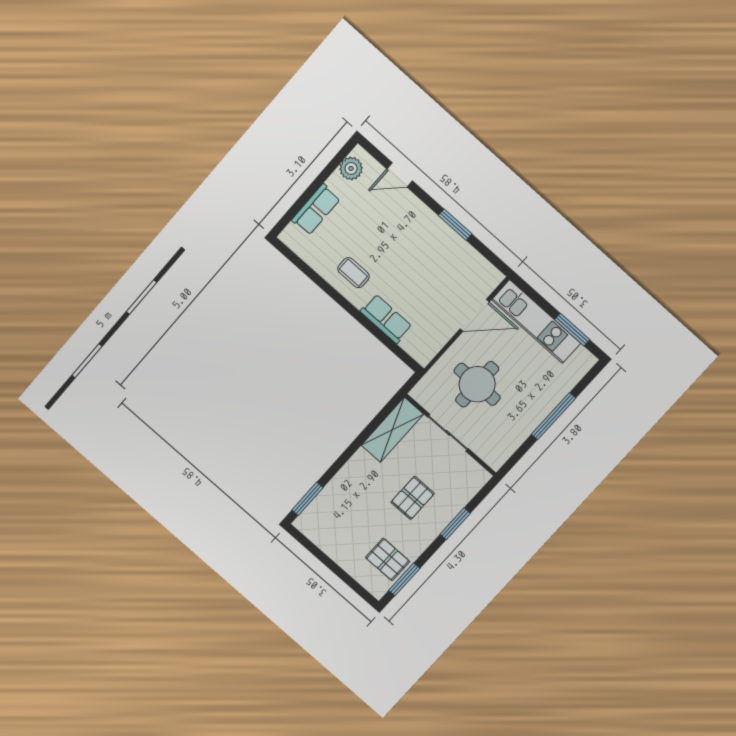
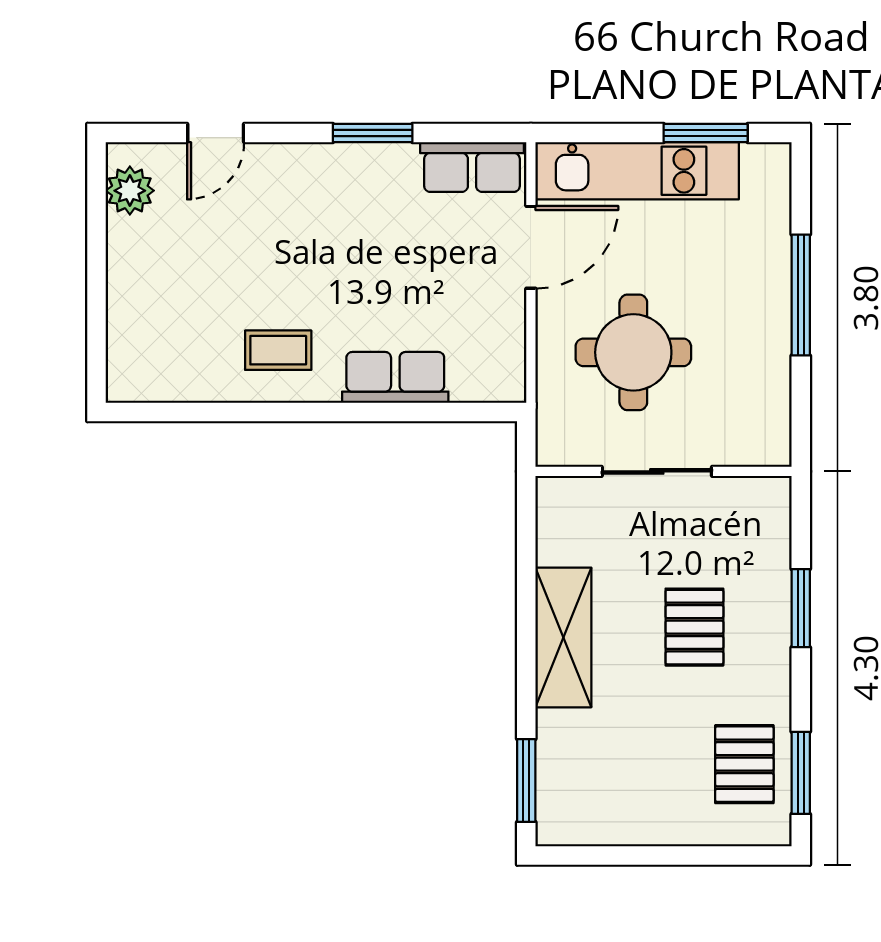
row of seats: (316, 209) -> (472, 167), moved, turned 90
shelving: (392, 430) -> (563, 637), moved
pallet: (388, 559) -> (744, 764), turned 90

